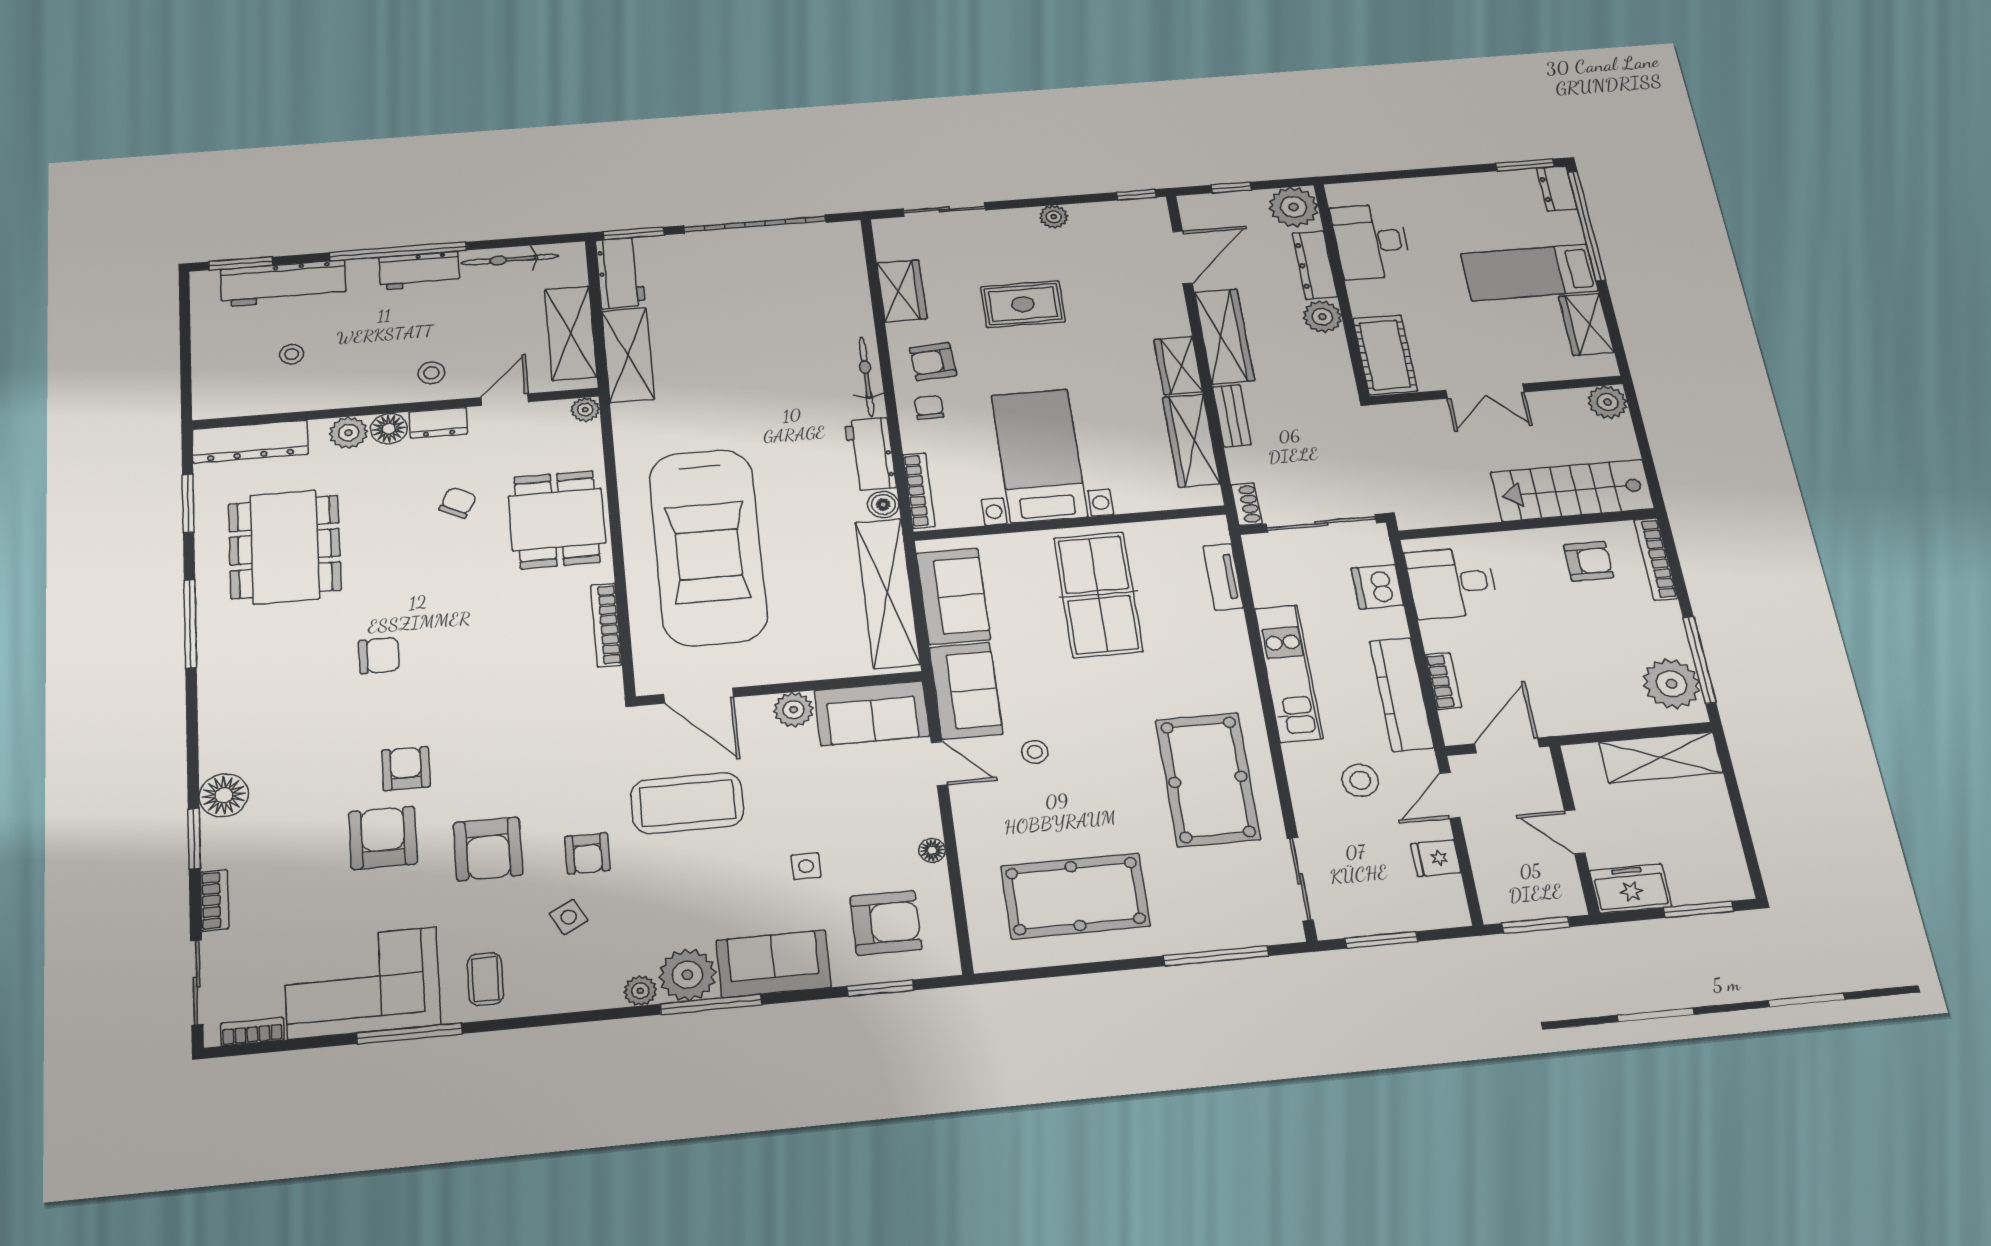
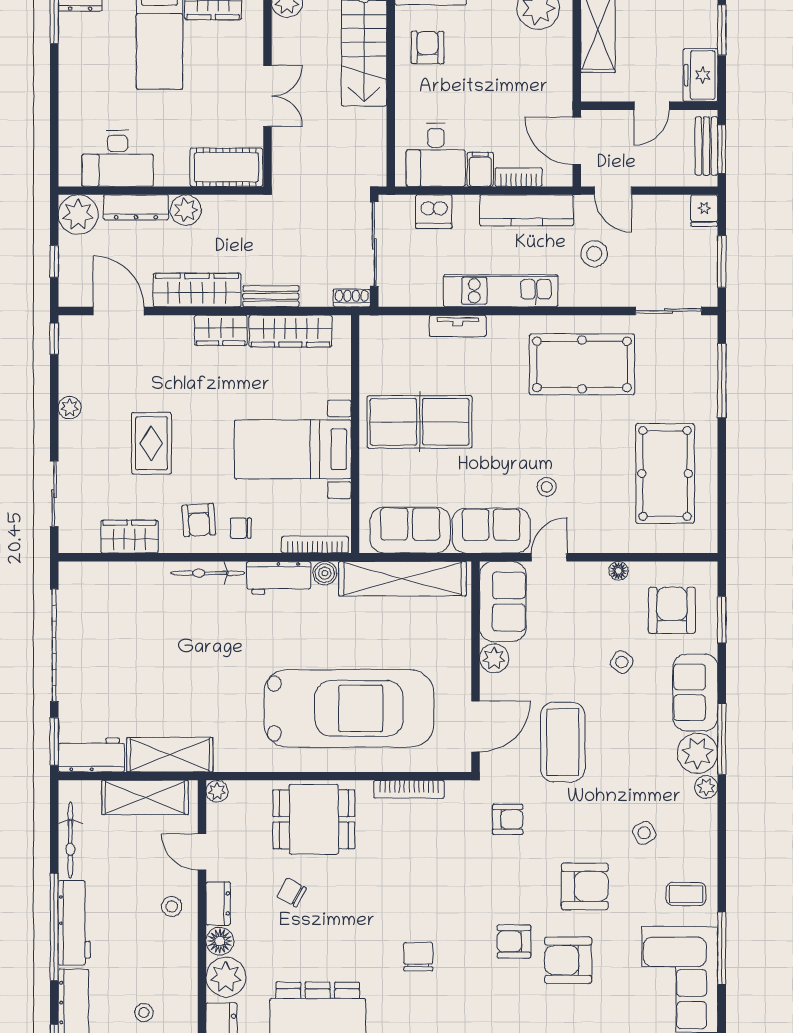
workbench: (419, 271) -> (74, 923), width x1.38
plant: (348, 433) -> (226, 977), width x1.36, depth x1.36
tv unit: (1223, 577) -> (458, 326), moved
filing cabinet: (1444, 635) -> (480, 169), added
armchair: (587, 853) -> (508, 819), moved
fridge: (1436, 858) -> (704, 211), moved
side table: (806, 866) -> (622, 662), turned 37
bench: (1536, 905) -> (706, 146), added

